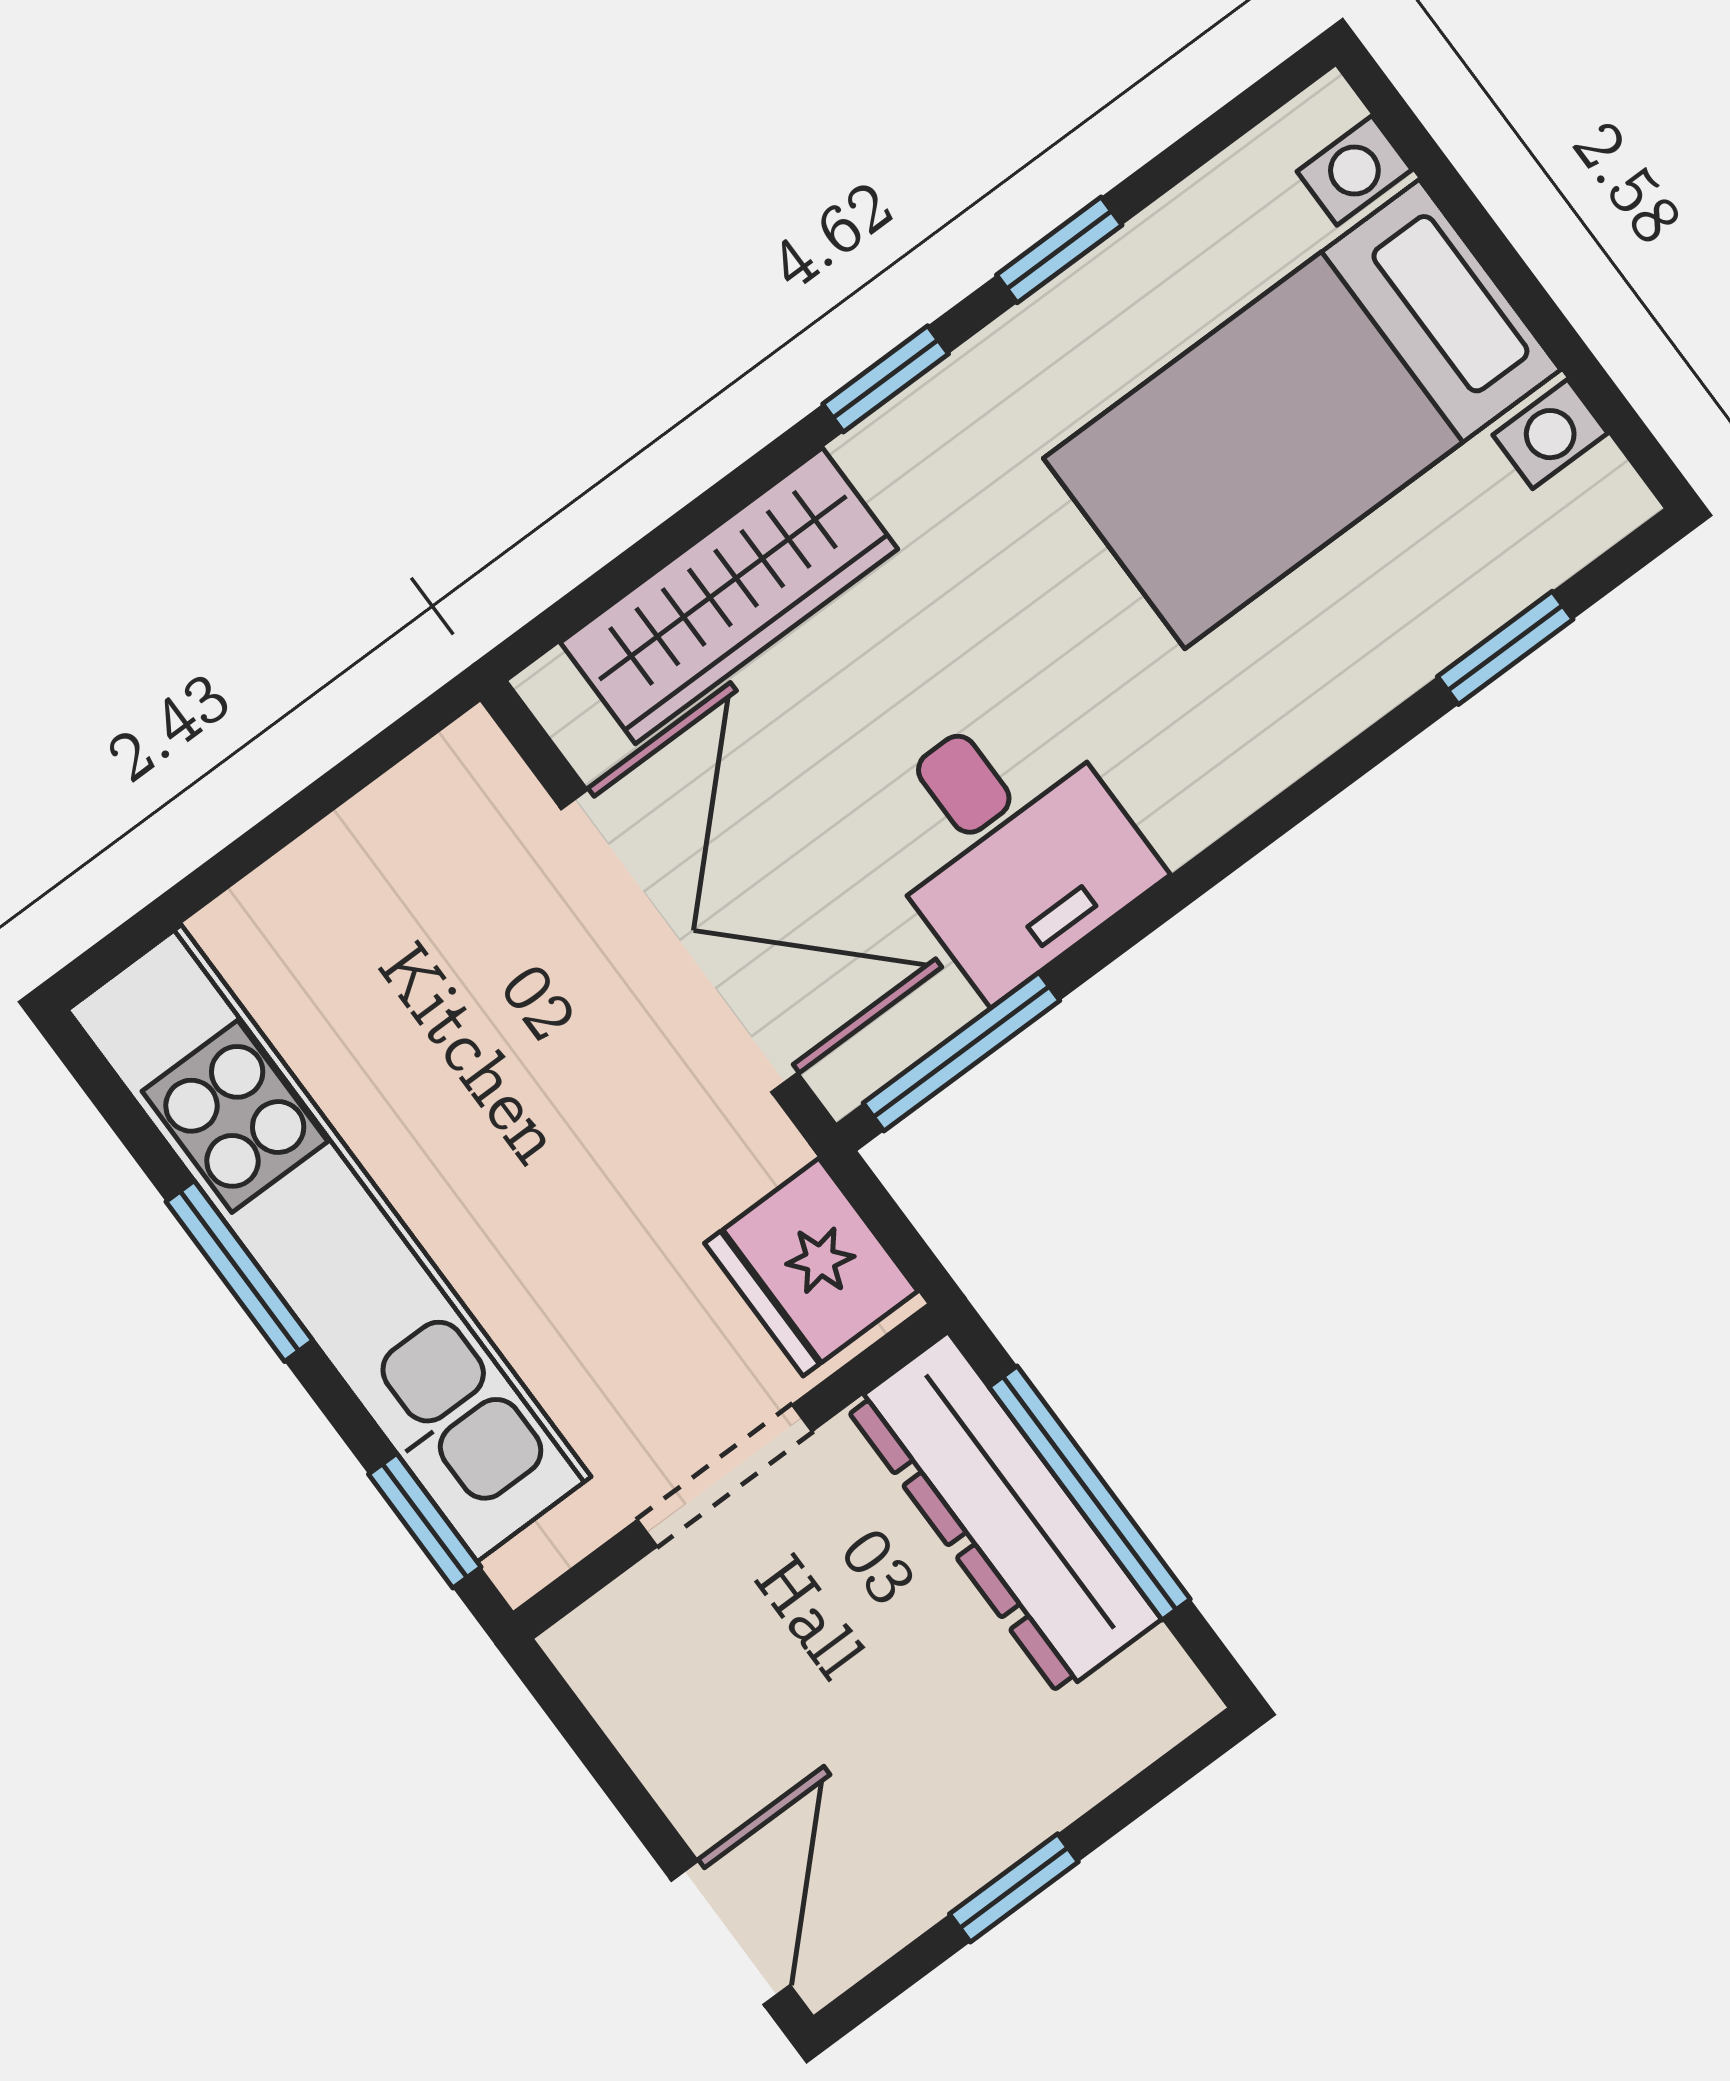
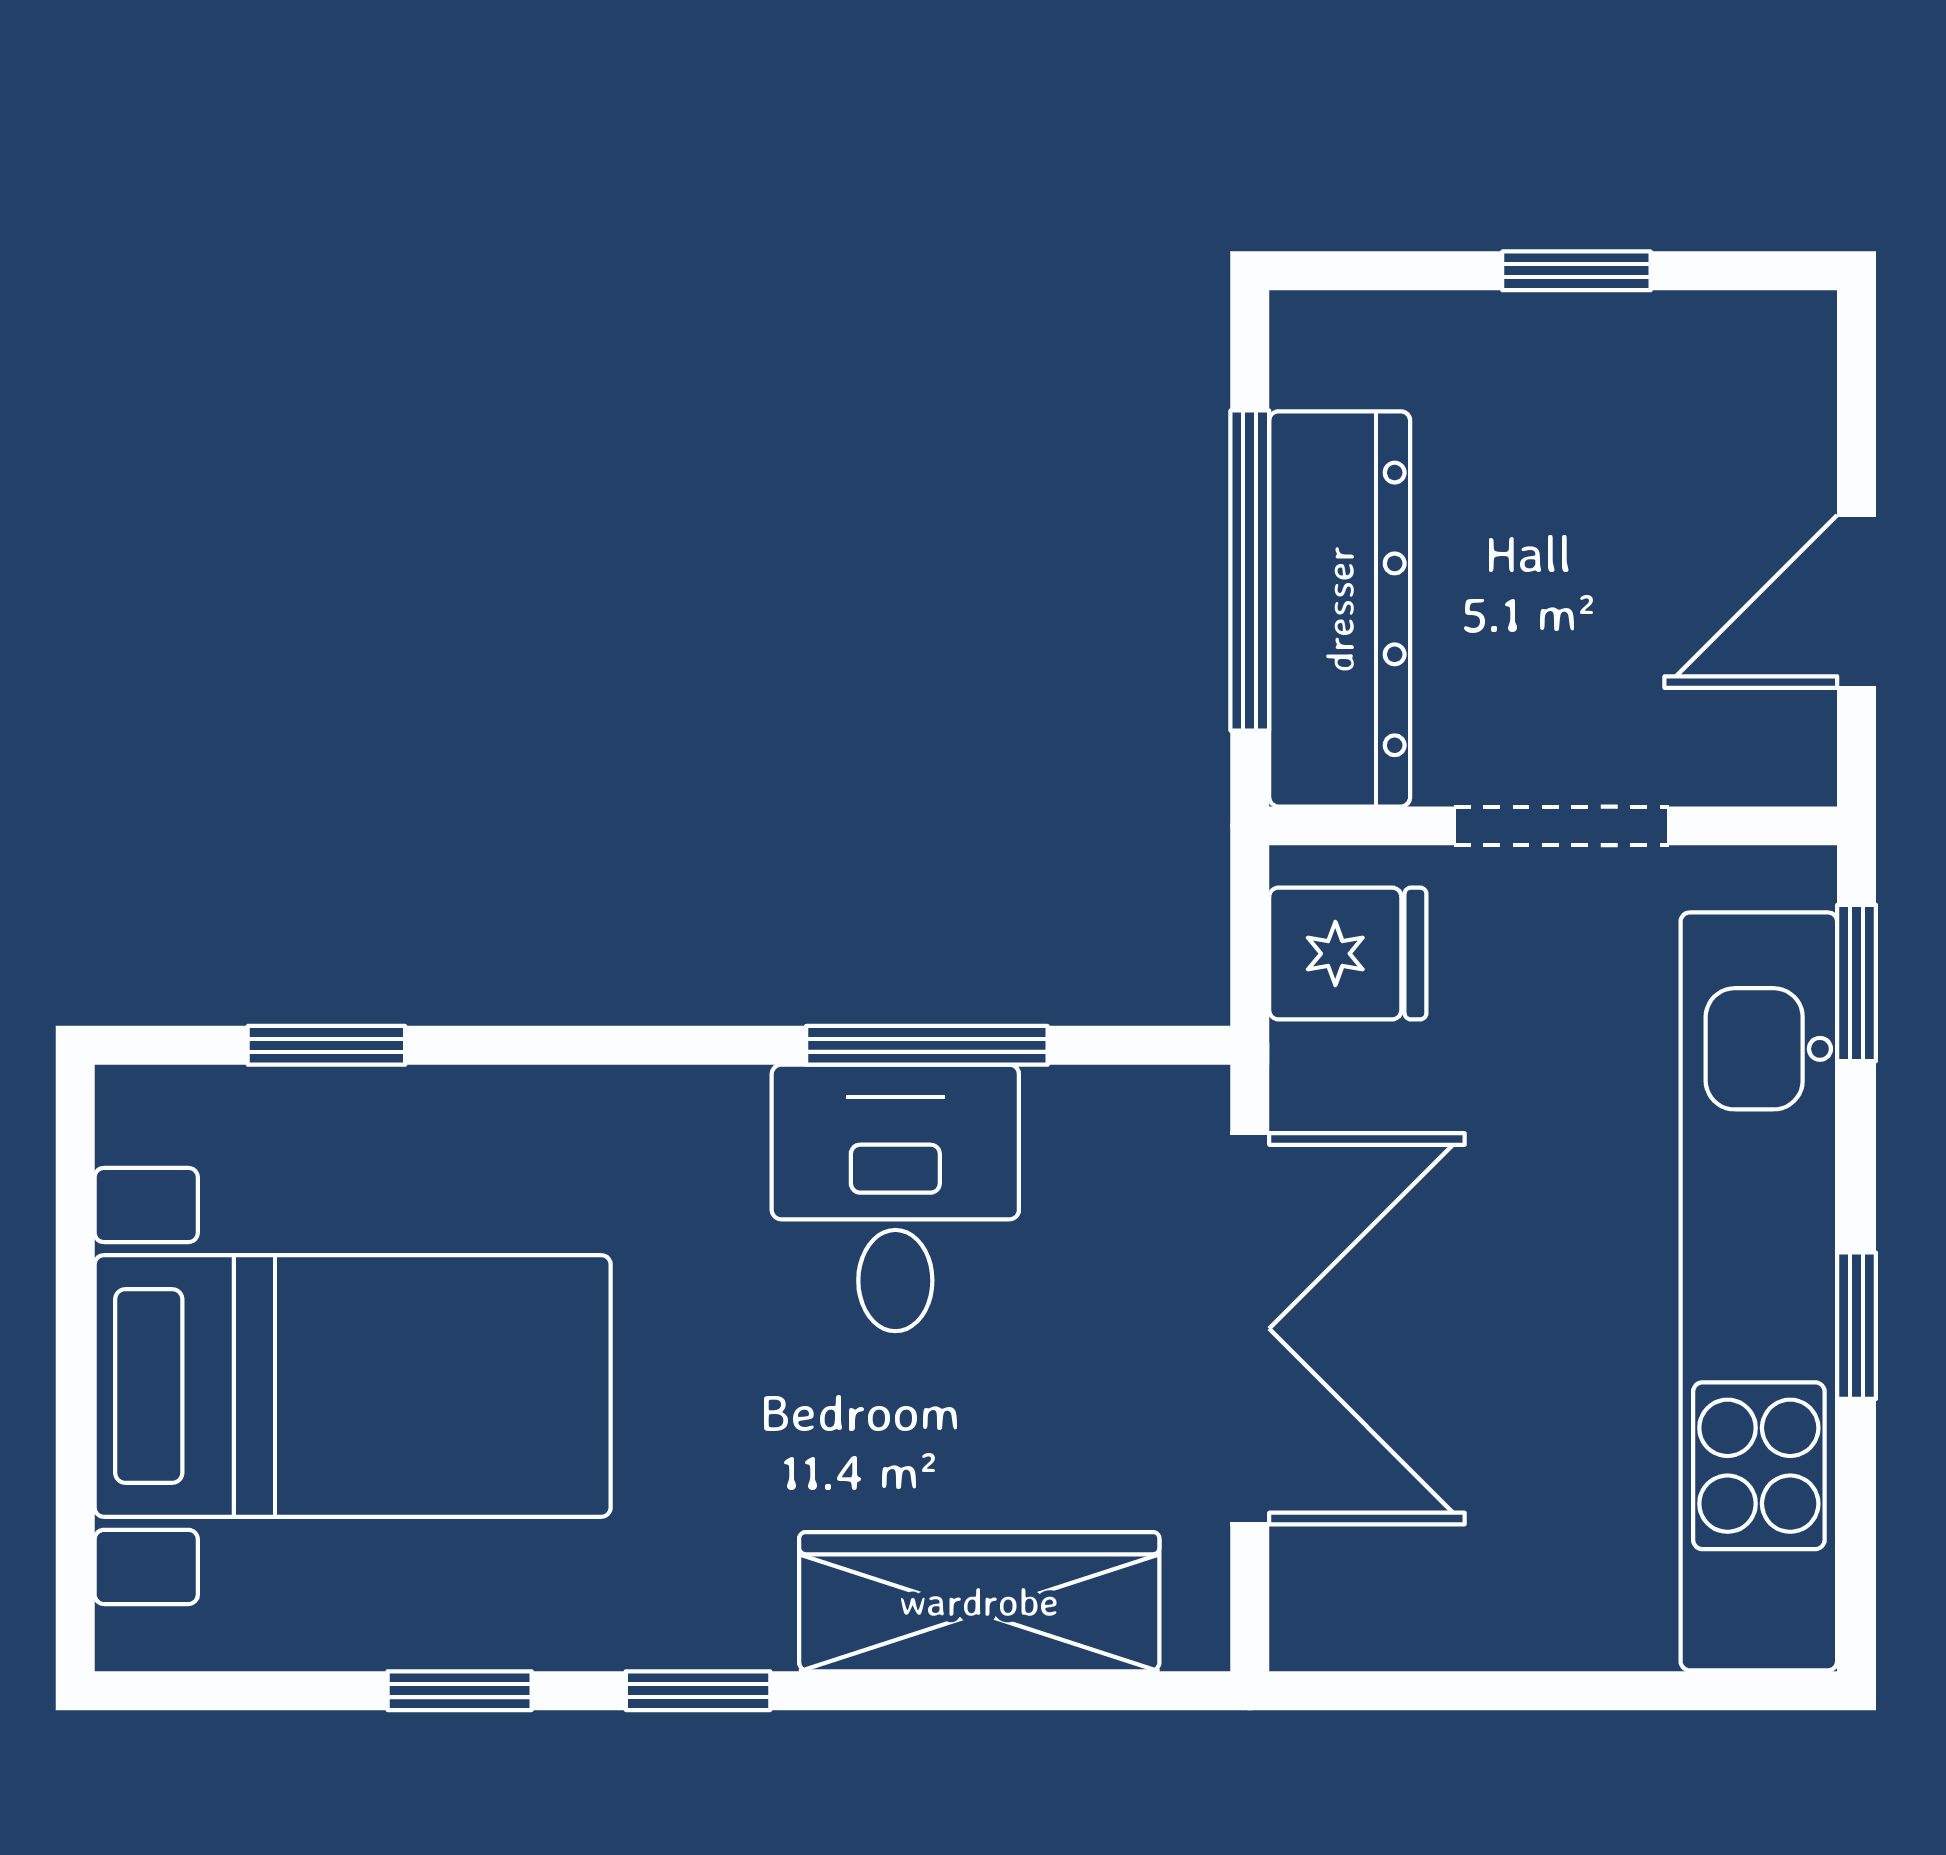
double door: (680, 941) -> (1250, 1329), swing flipped
window: (961, 1052) -> (927, 1045), moved
fridge: (811, 1267) -> (1348, 954), width x0.72
window: (239, 1271) -> (1857, 1326), width x0.67
door: (731, 1933) -> (1857, 602), moved

